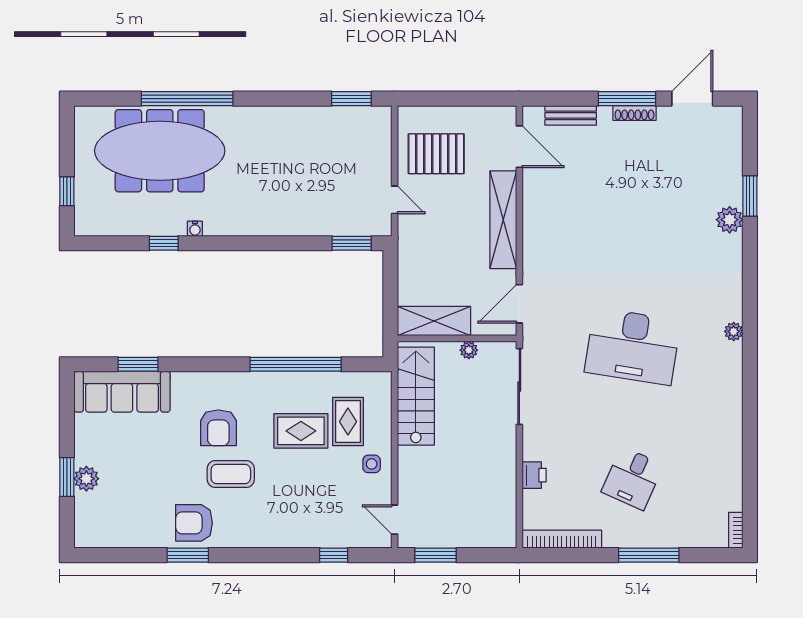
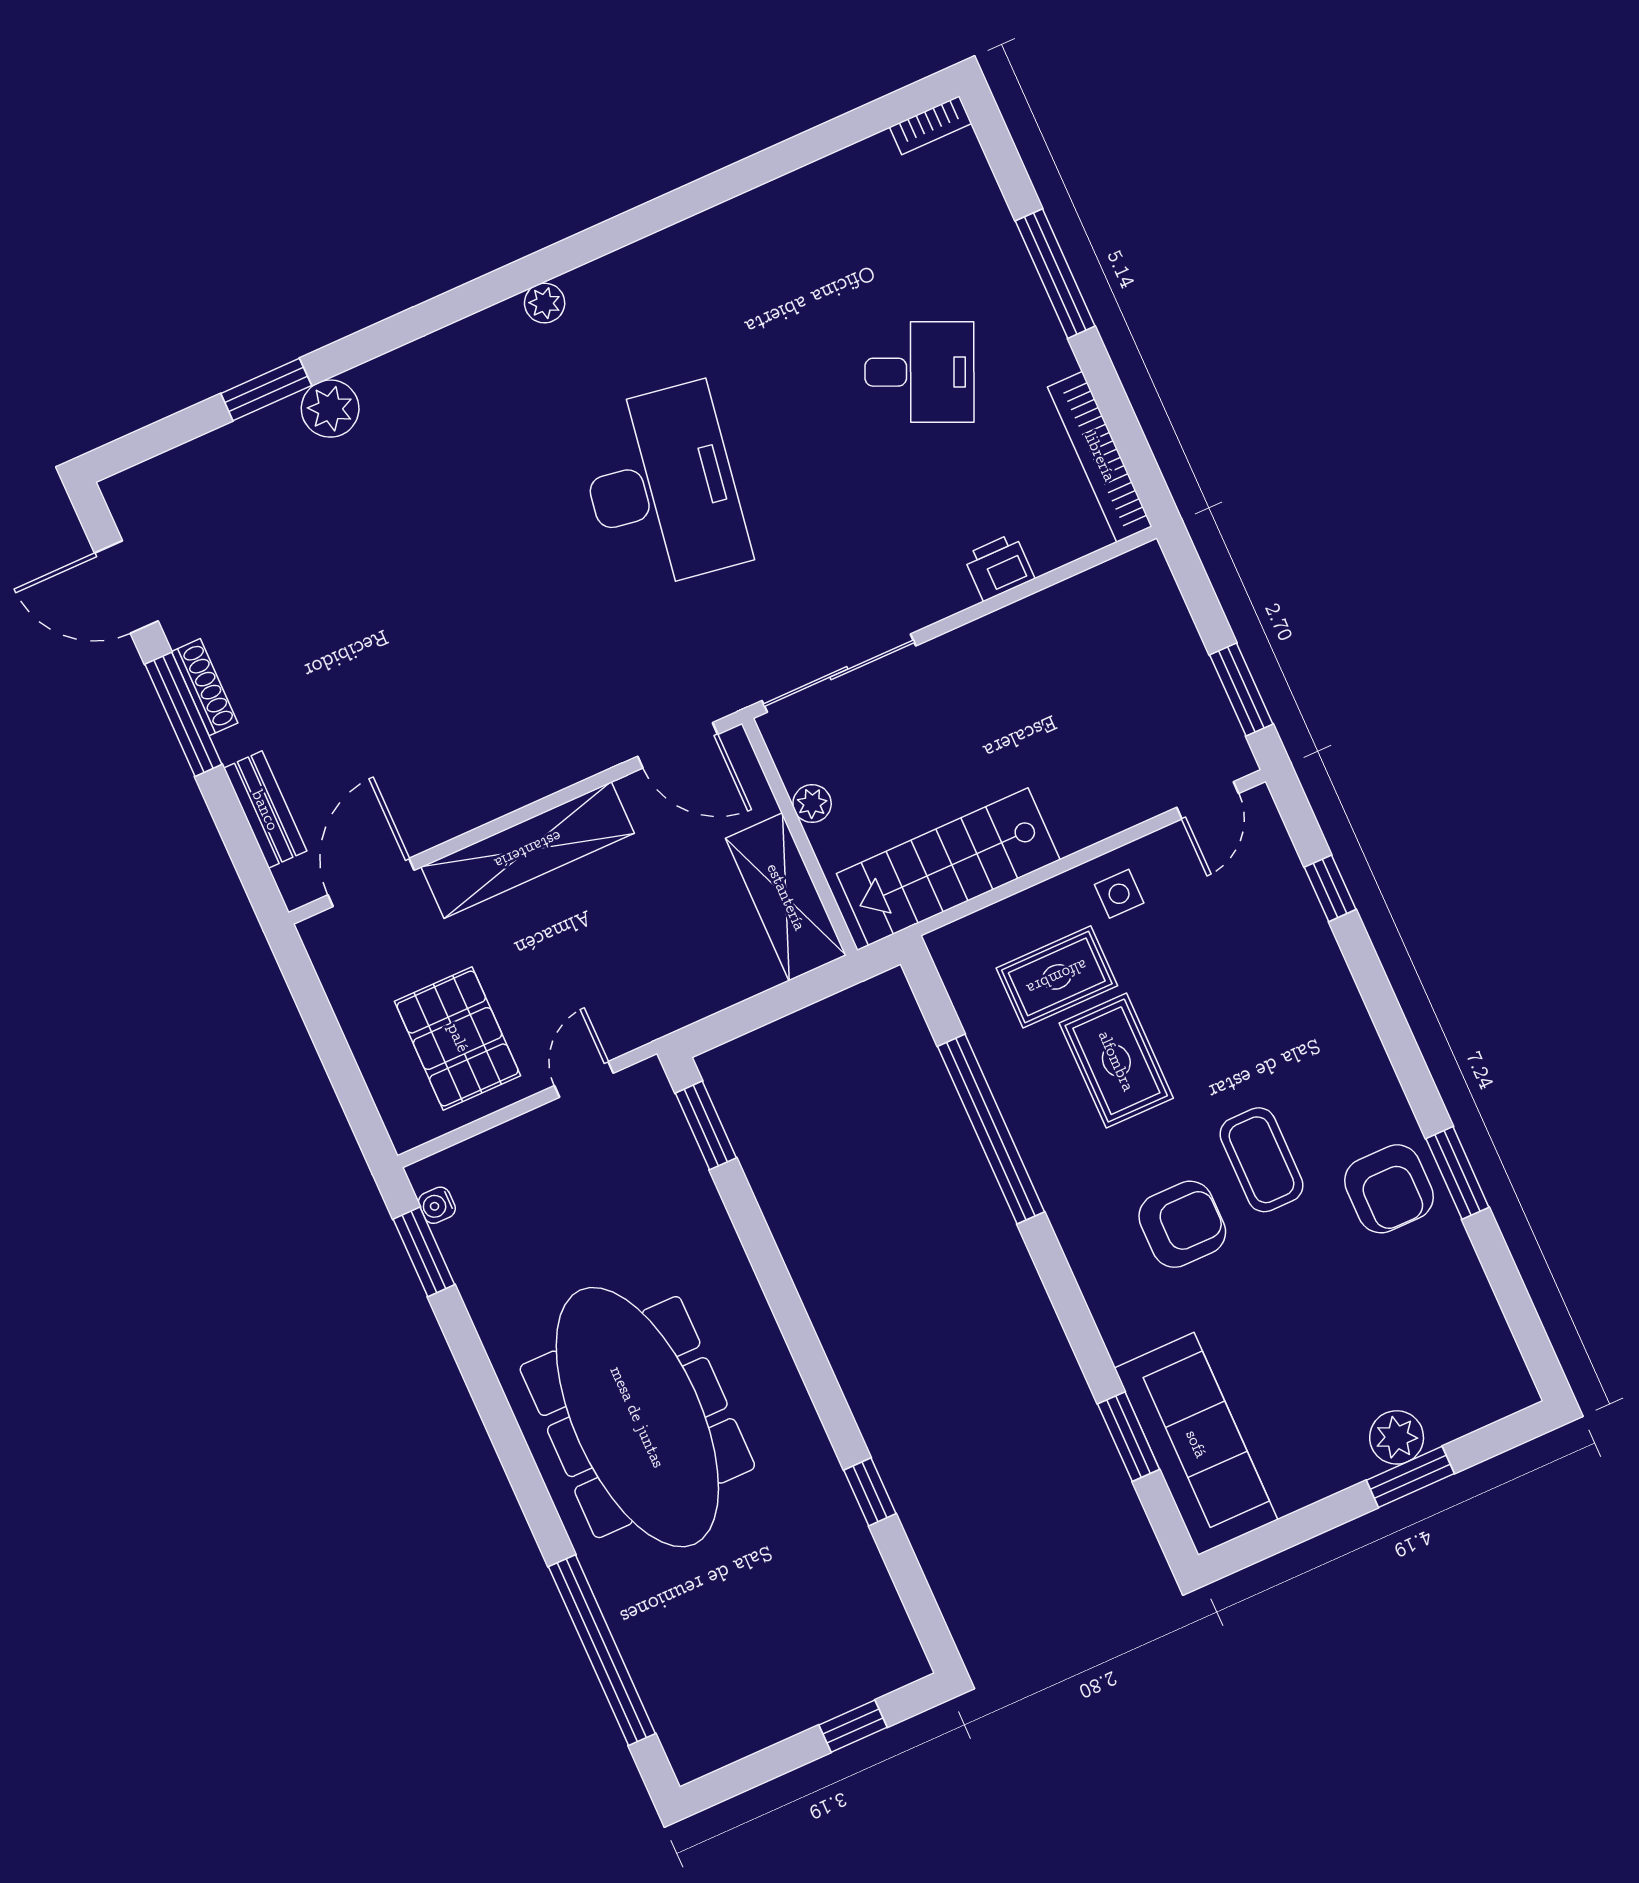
window: (187, 99) -> (602, 1650), moved
meeting table: (160, 151) -> (637, 1417), moved
water cooler: (195, 229) -> (437, 1205), moved, turned 180

